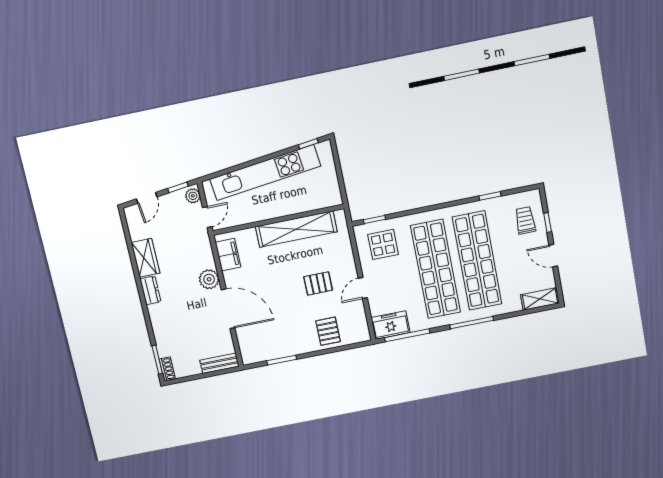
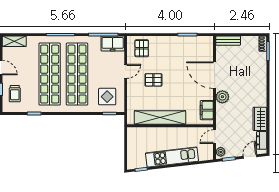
kitchen unit: (265, 173) -> (172, 157), width x0.73
dresser: (150, 290) -> (262, 140), moved
pallet: (328, 331) -> (142, 48), moved

